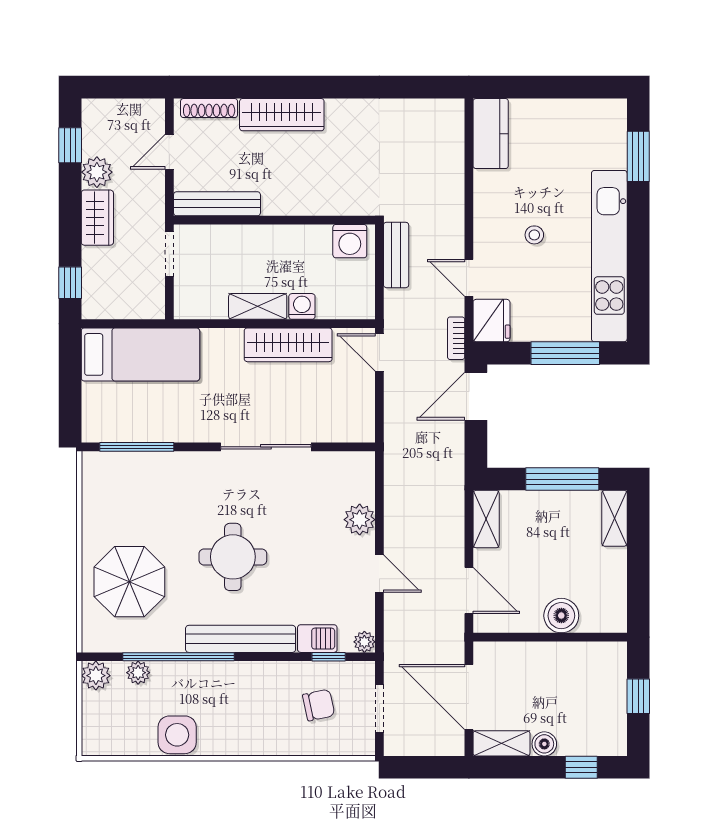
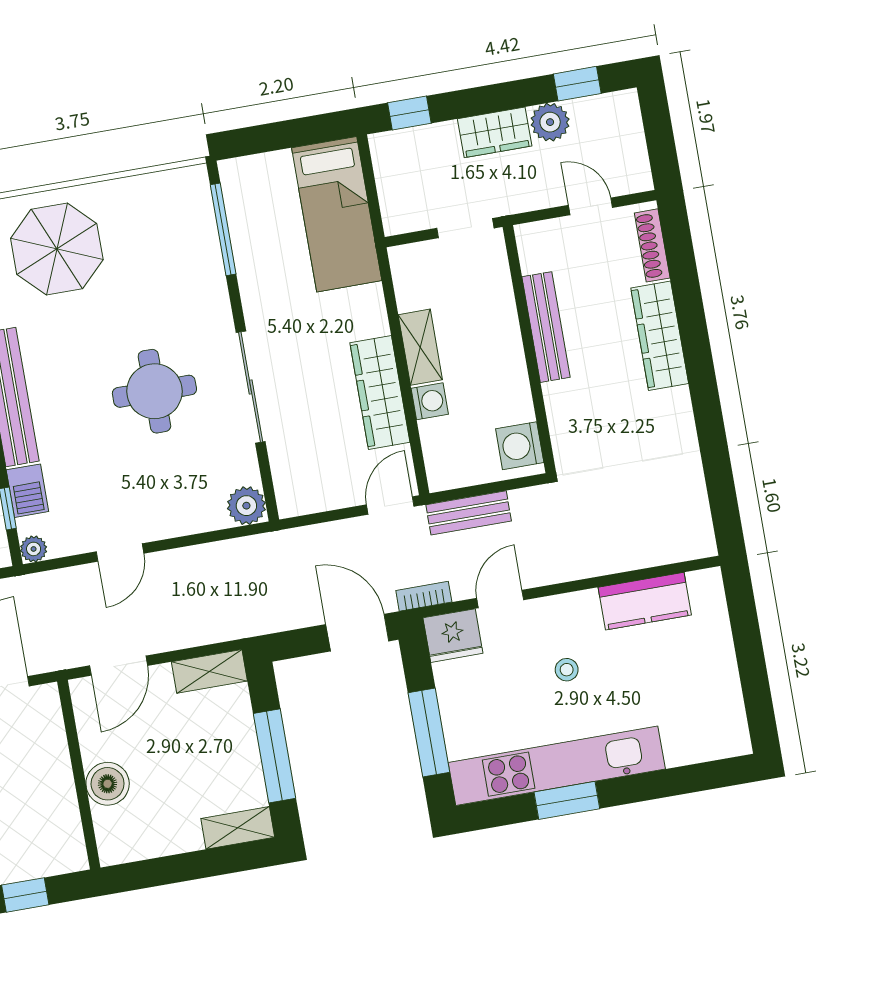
kitchen counter: (491, 134) -> (645, 601), moved
window: (638, 156) -> (567, 800), moved
bench: (217, 204) -> (546, 327), moved
bench: (396, 255) -> (469, 513), moved
plant: (360, 520) -> (246, 506), moved
round table: (233, 557) -> (154, 391), moved

